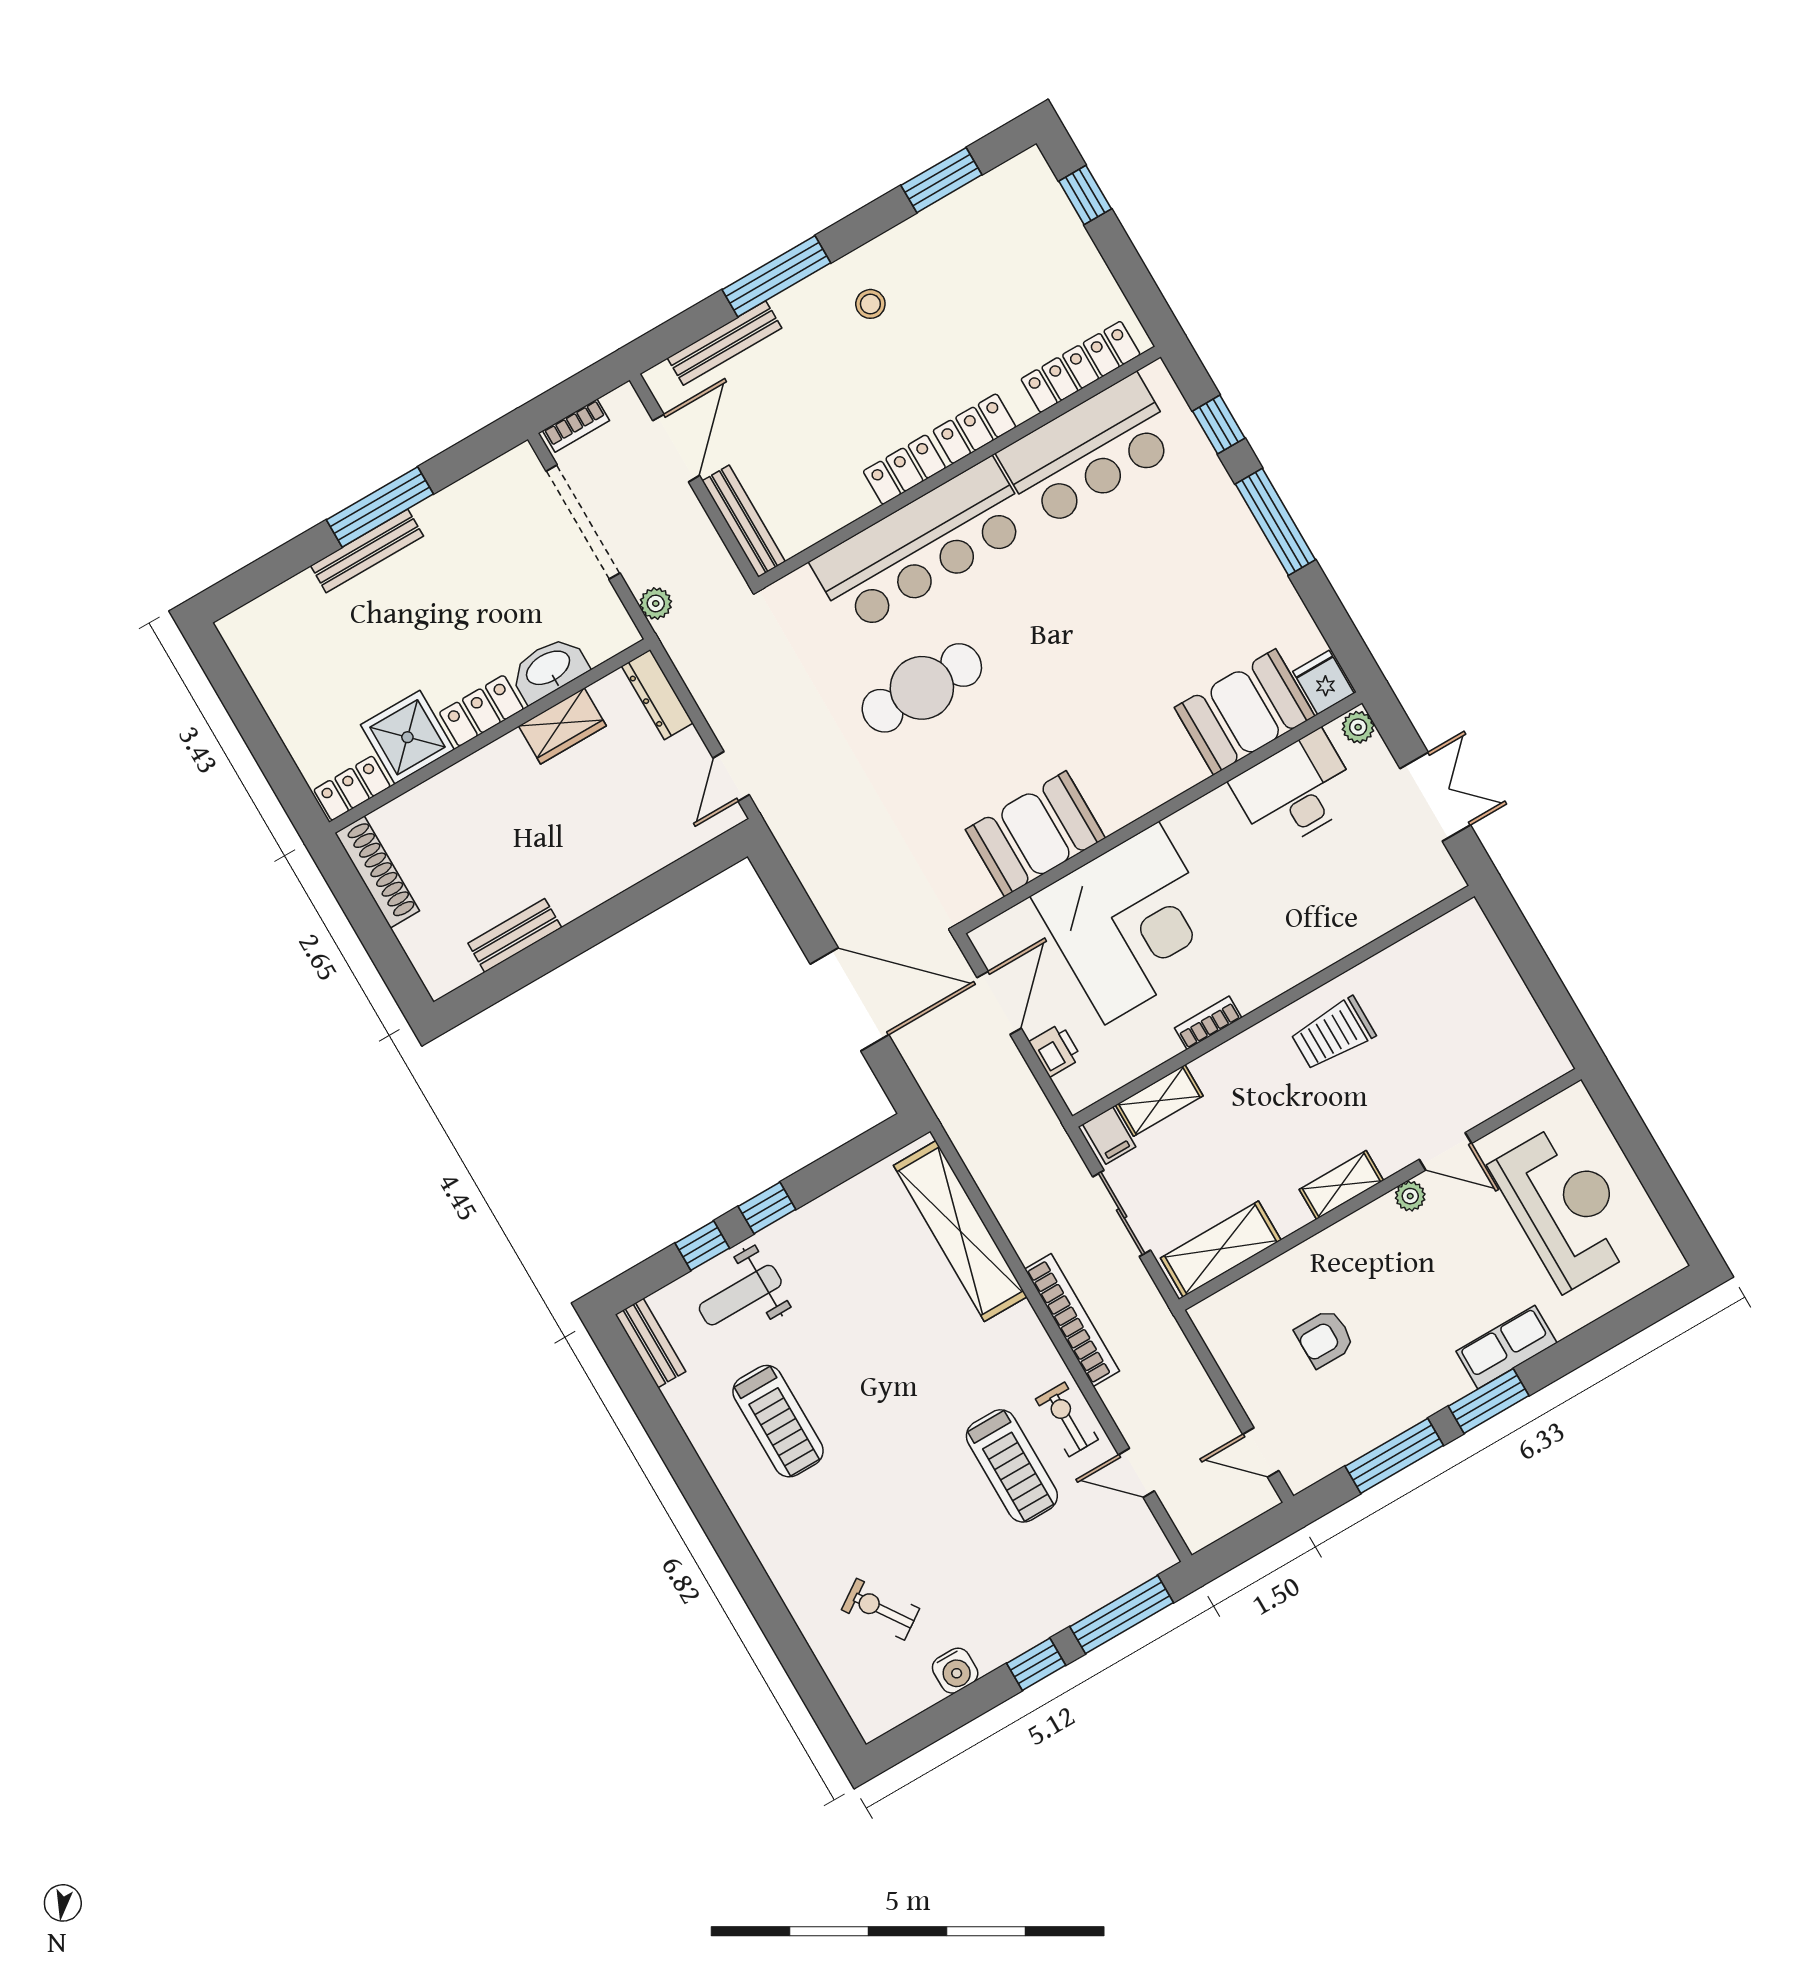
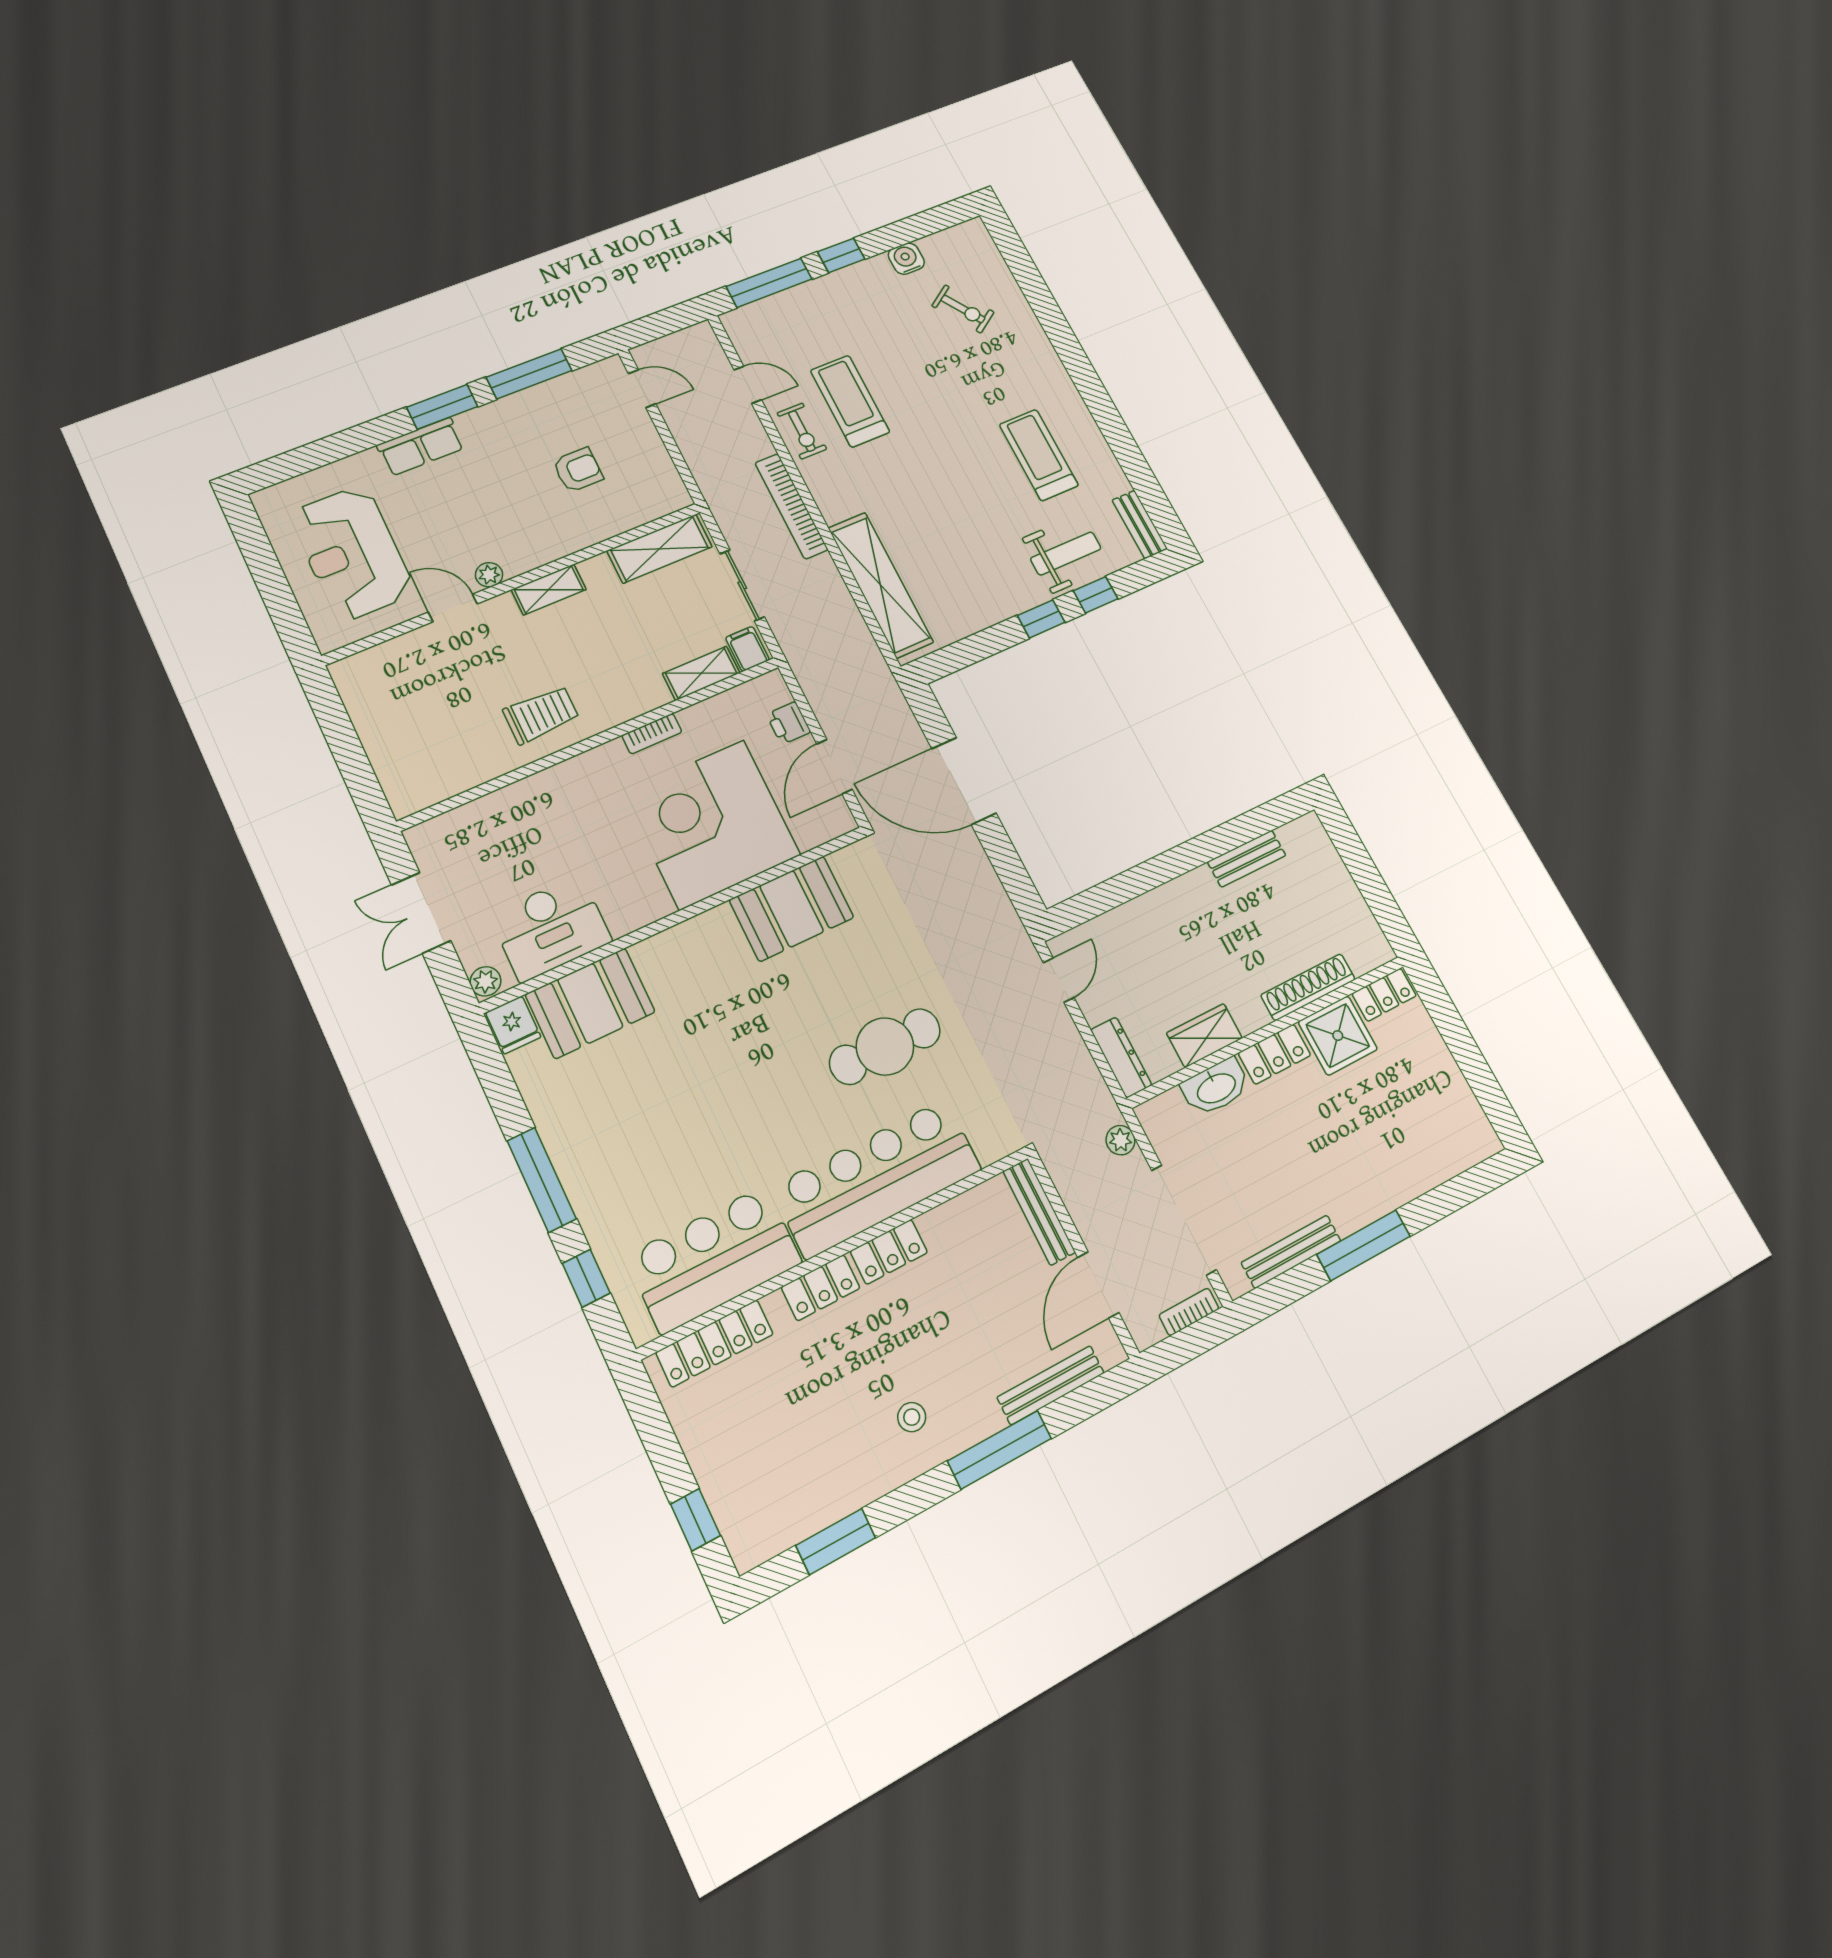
bench: (367, 551) -> (1291, 1252), moved
shoe rack: (377, 872) -> (1308, 987), moved, turned 90

